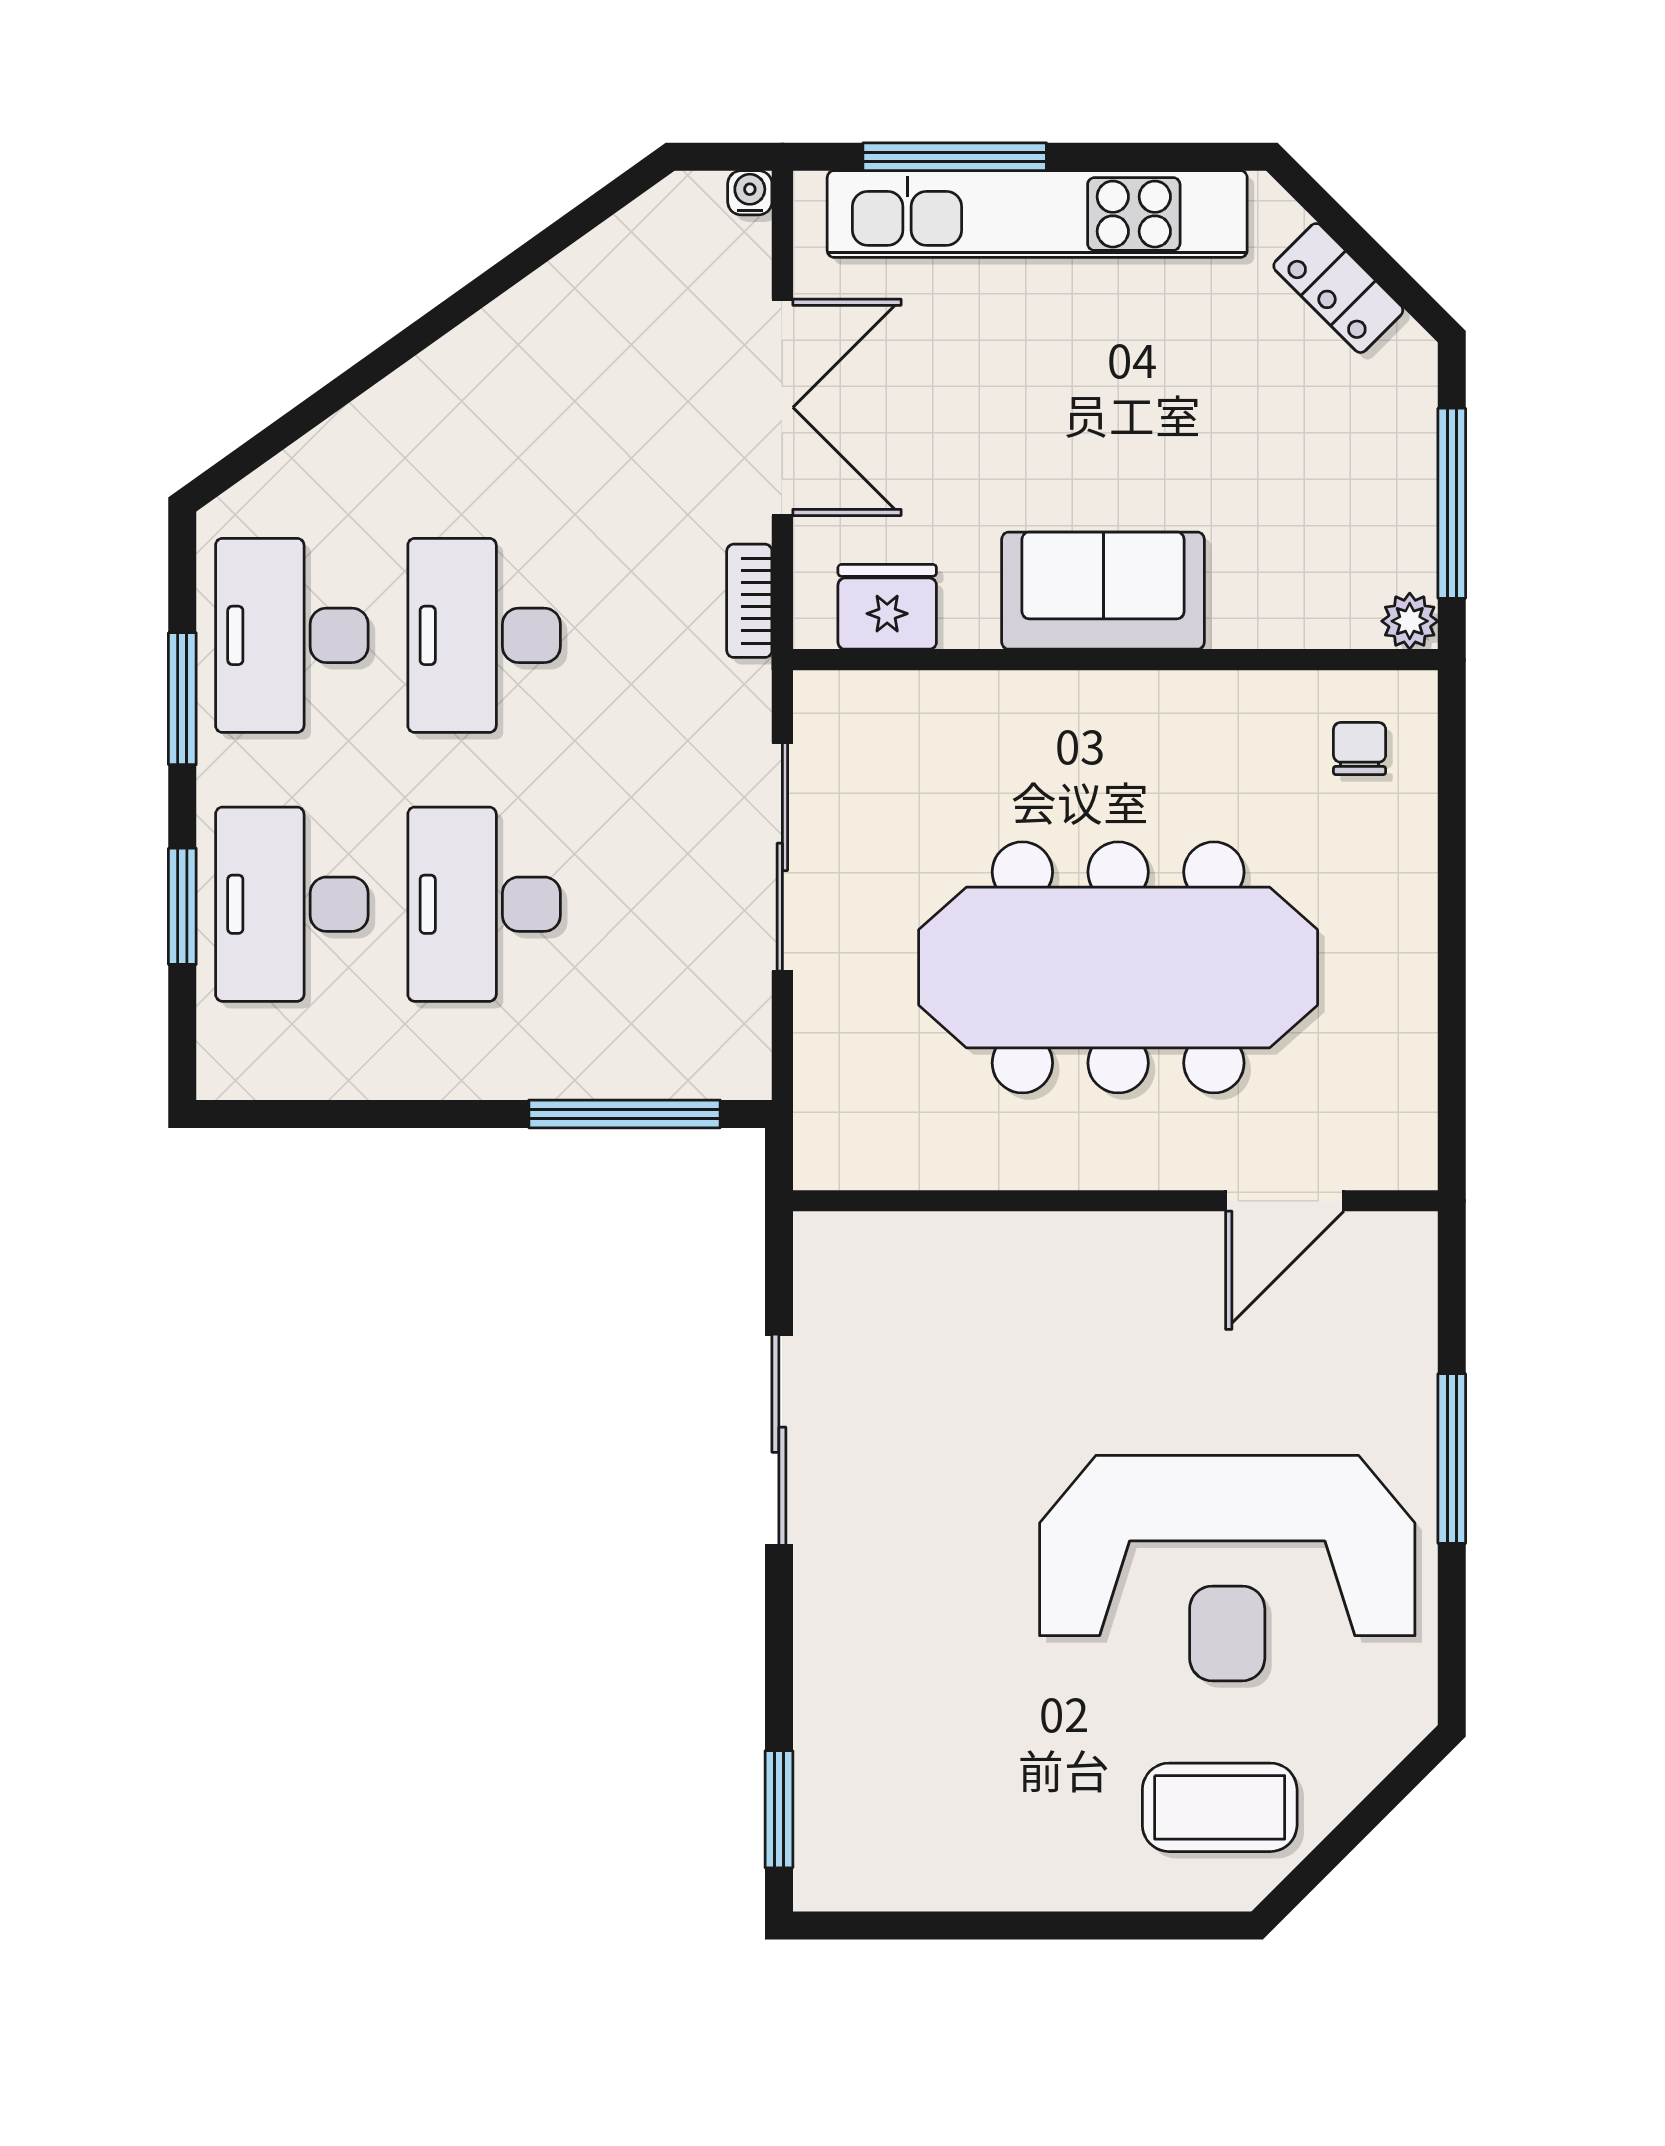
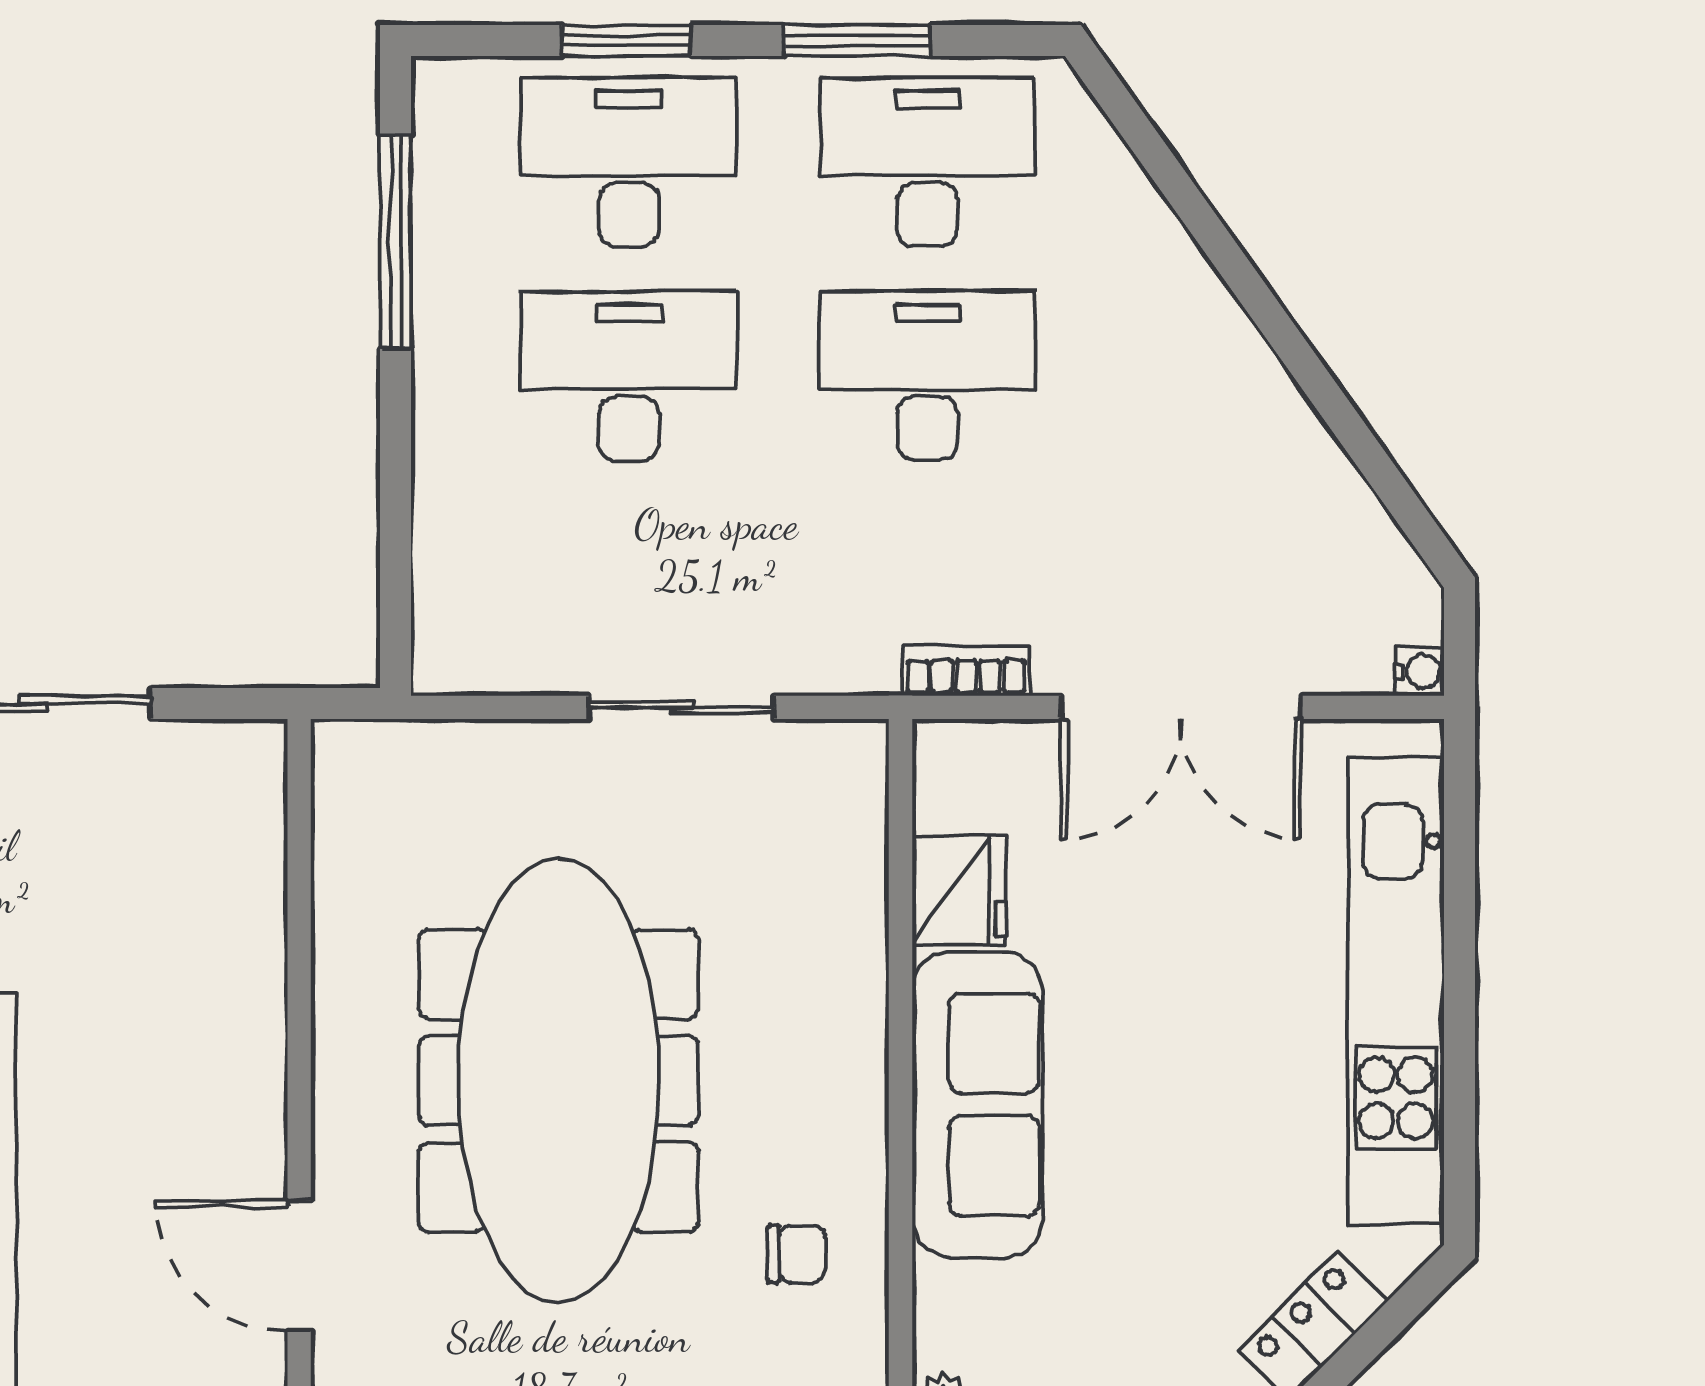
window: (955, 157) -> (1459, 899), removed
sofa: (1103, 591) -> (977, 1104), width x1.36
fridge: (887, 607) -> (959, 890), moved
chair: (1360, 749) -> (796, 1254), moved
sliding door: (782, 857) -> (681, 707), width x0.73
window: (625, 1114) -> (396, 242), moved

